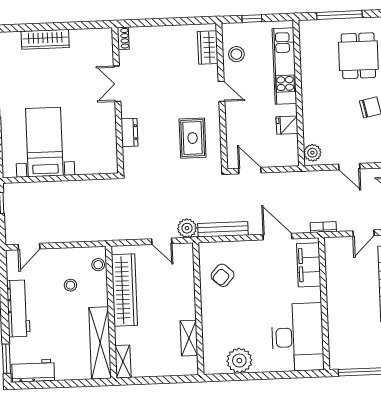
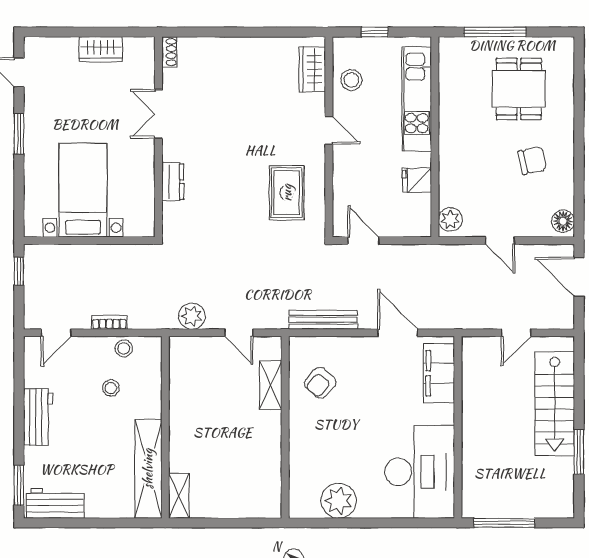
shoe rack: (123, 38) -> (169, 52), moved
wardrobe: (45, 39) -> (101, 49), width x0.67
double door: (117, 84) -> (158, 114), moved
wall: (118, 100) -> (158, 137), moved
dresser: (129, 132) -> (173, 182), moved
bookcase: (323, 227) -> (109, 322), moved
plant: (187, 228) -> (192, 316), moved
stool: (98, 265) -> (124, 348), moved
wardrobe: (124, 290) -> (185, 398), removed
workbench: (18, 308) -> (38, 417), width x0.73
shelving: (189, 338) -> (271, 385), moved

